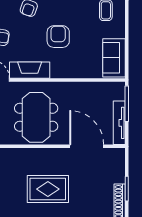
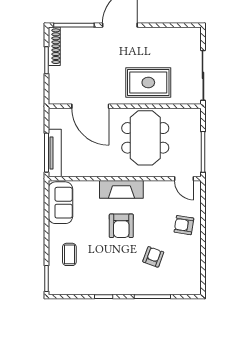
fireplace: (30, 70) -> (121, 189), moved
tv unit: (119, 123) -> (55, 153), moved
rug: (48, 189) -> (148, 83), moved

